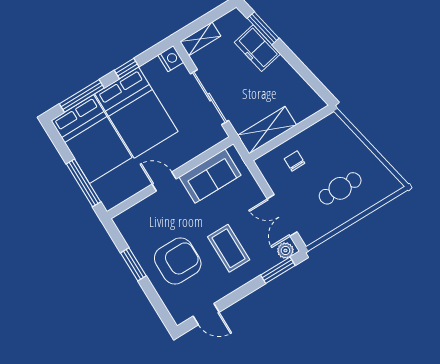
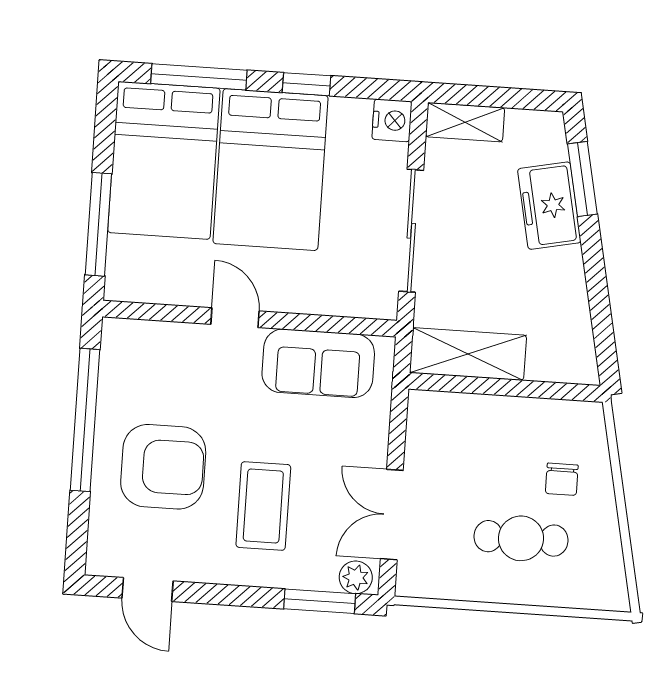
chair: (295, 161) -> (562, 479), moved, turned 180
window: (133, 264) -> (85, 420), width x2.11

